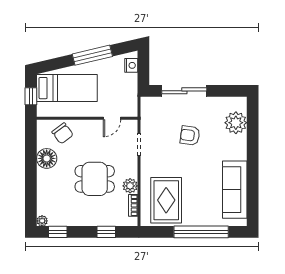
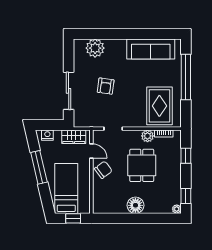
wardrobe: (129, 97) -> (74, 137), added
chair: (63, 133) -> (103, 170), moved
floor lamp: (47, 158) -> (135, 205), moved
rug: (166, 200) -> (159, 106), turned 90

